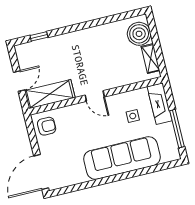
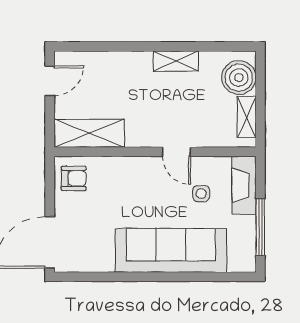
shelving: (95, 33) -> (176, 61), added
window: (39, 36) -> (94, 46), removed
door: (19, 81) -> (50, 81), moved
door: (95, 96) -> (176, 152), moved

